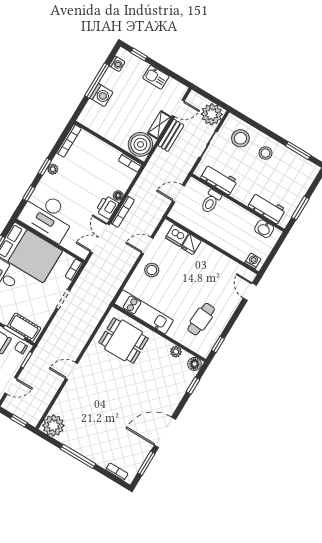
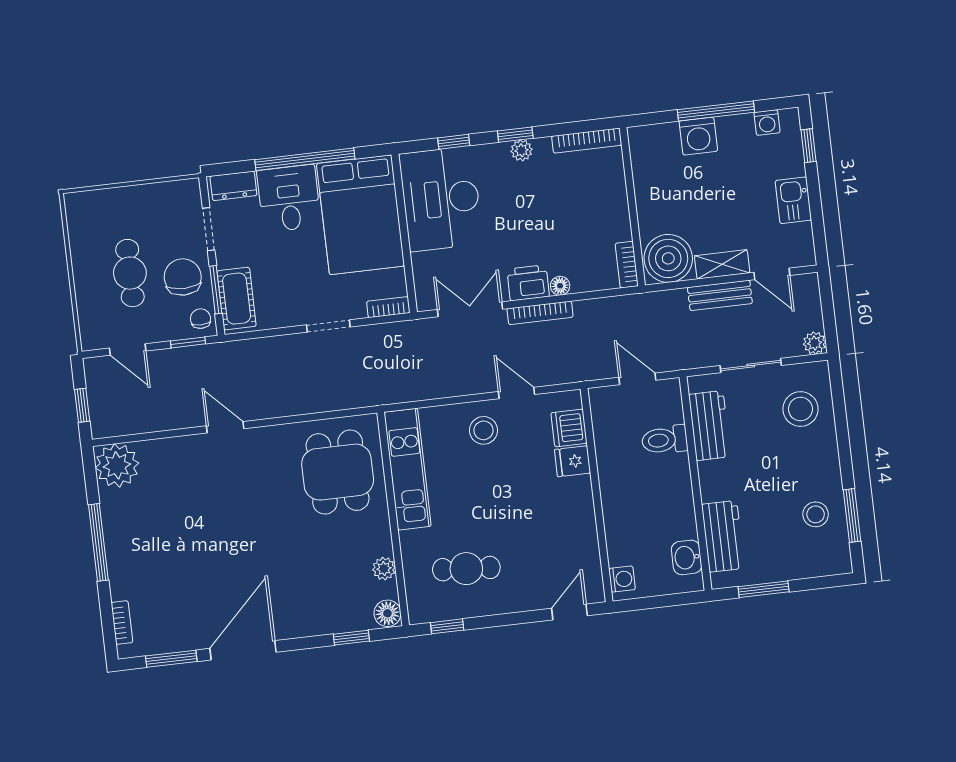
plant: (212, 114) -> (815, 343), width x0.53, depth x0.53
stool: (266, 153) -> (816, 514), moved
door: (165, 432) -> (243, 650), hinge flipped

